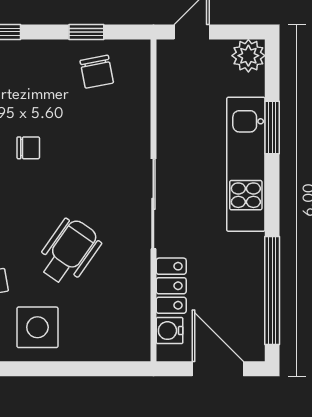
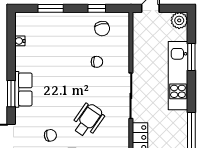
chair: (28, 148) -> (97, 62), moved

